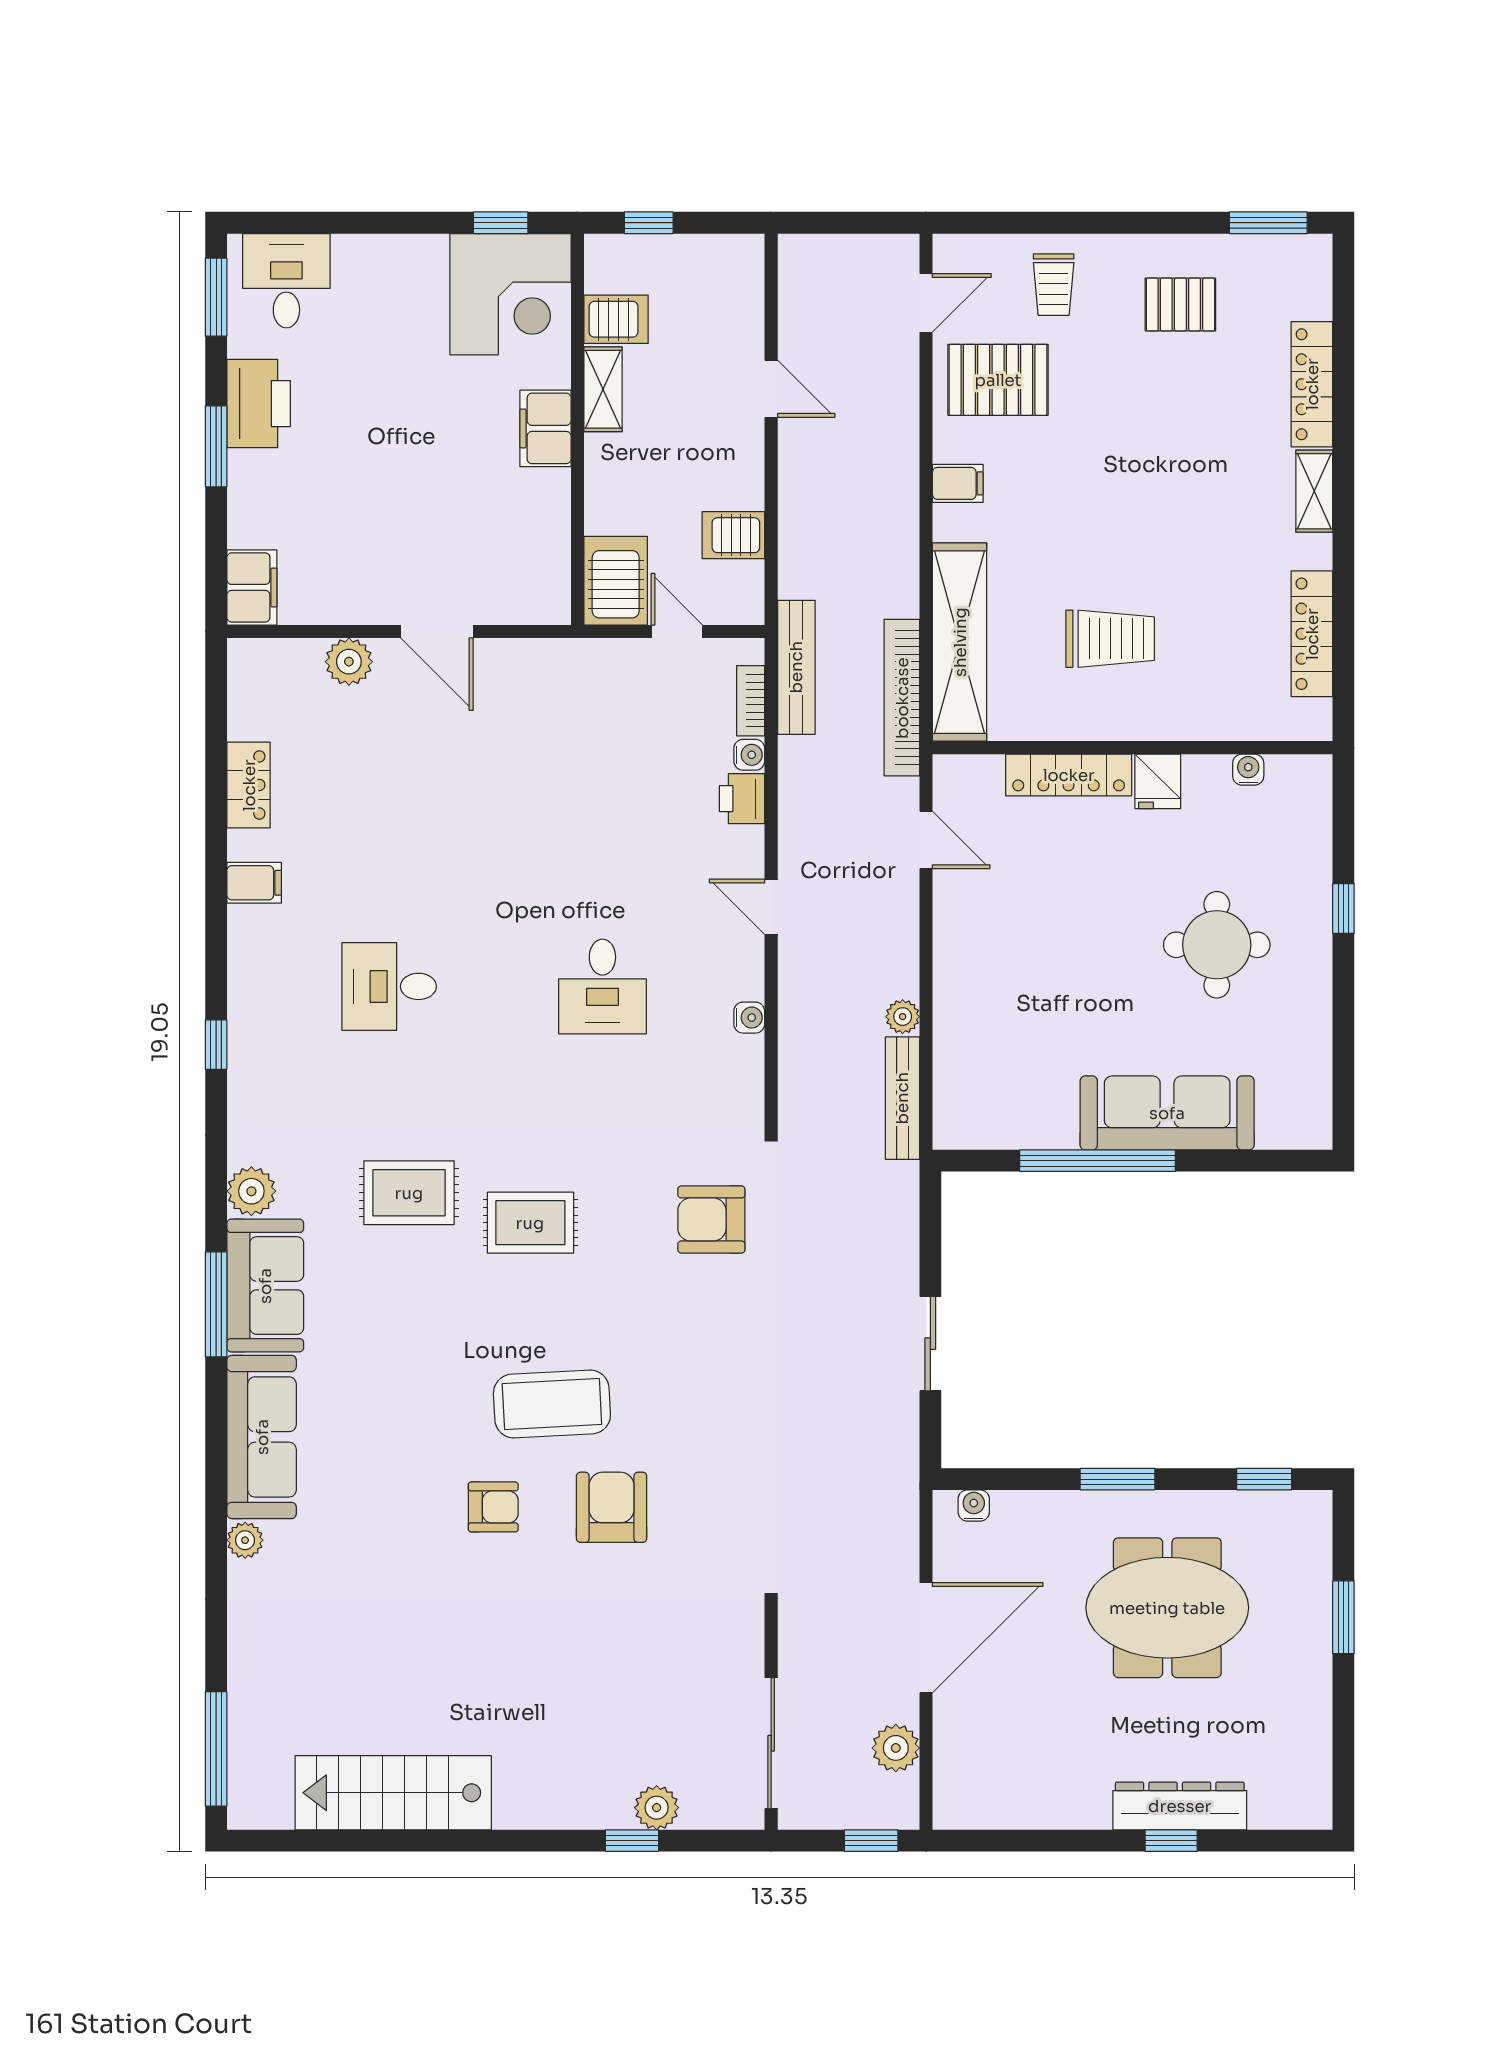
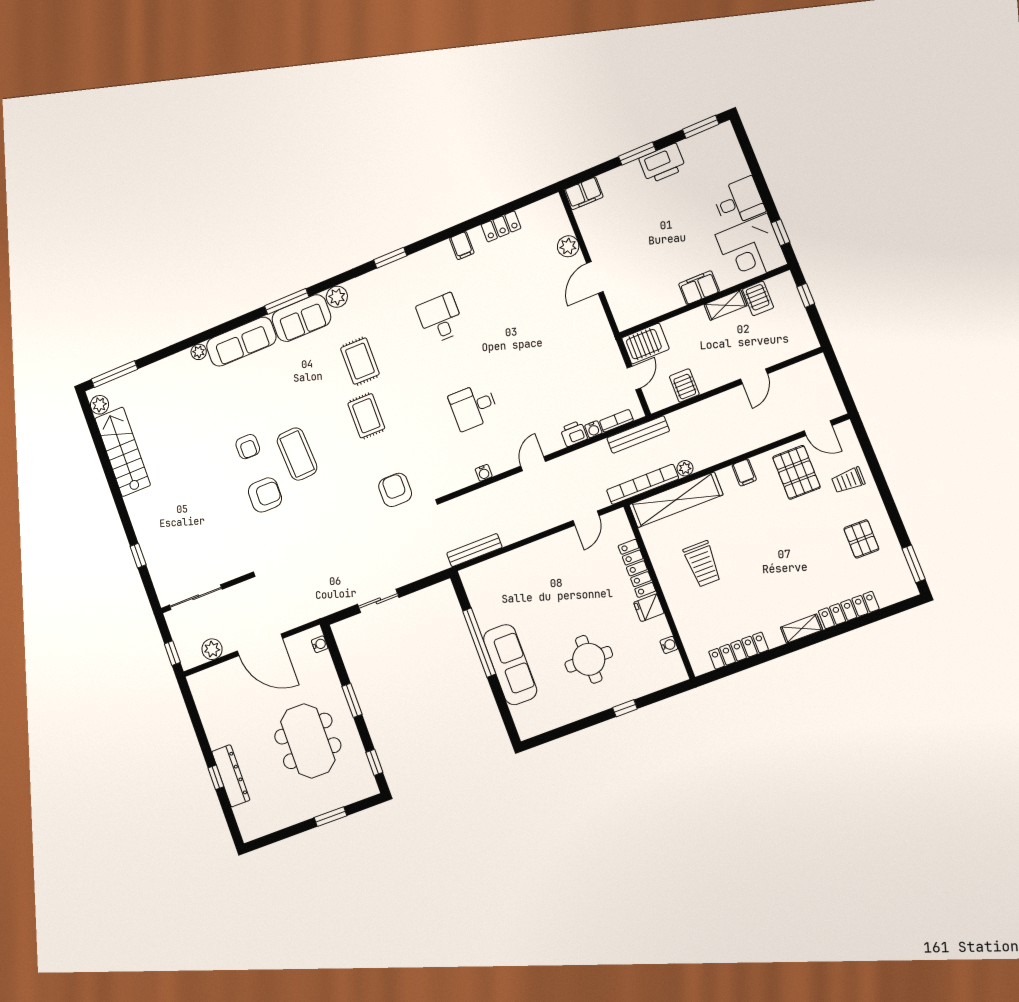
desk: (286, 281) -> (739, 202), moved
plant: (903, 1017) -> (685, 468), moved
window: (216, 1045) -> (390, 258), width x1.50
plant: (657, 1808) -> (100, 405), moved

